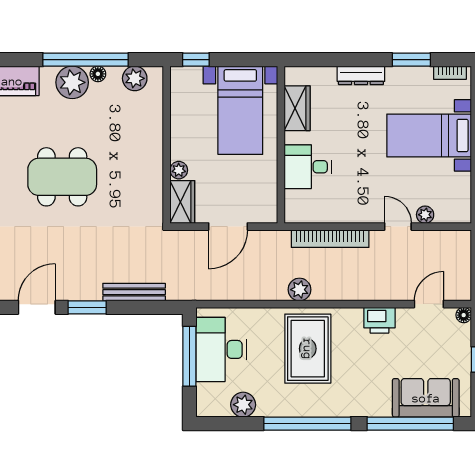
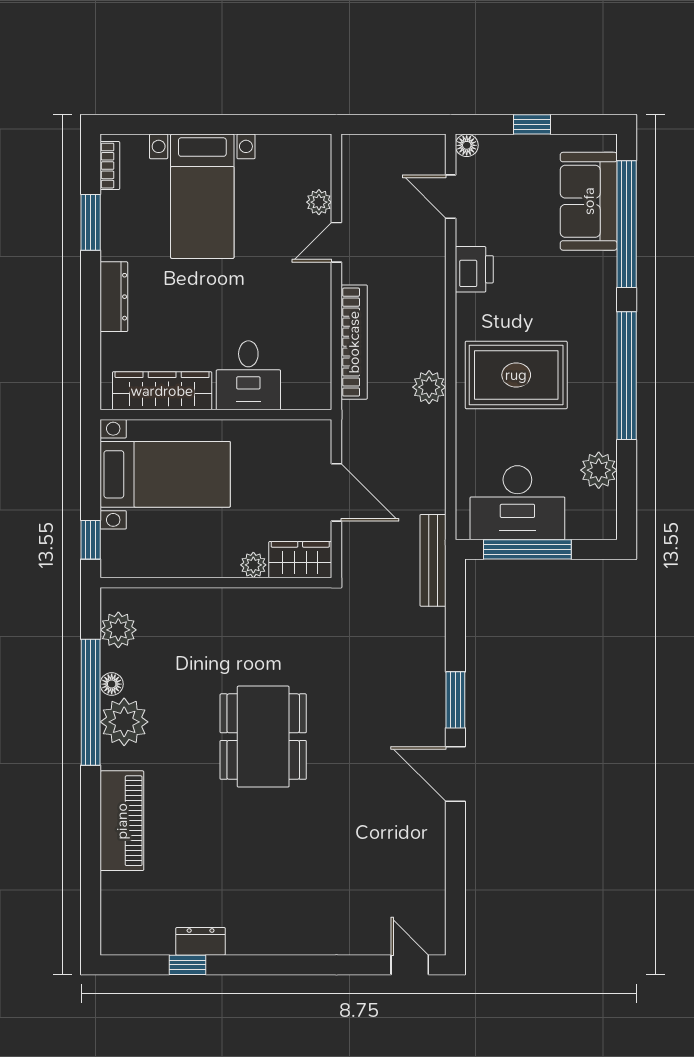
wardrobe: (297, 108) -> (162, 391), width x1.50
bench: (134, 292) -> (433, 560), moved

